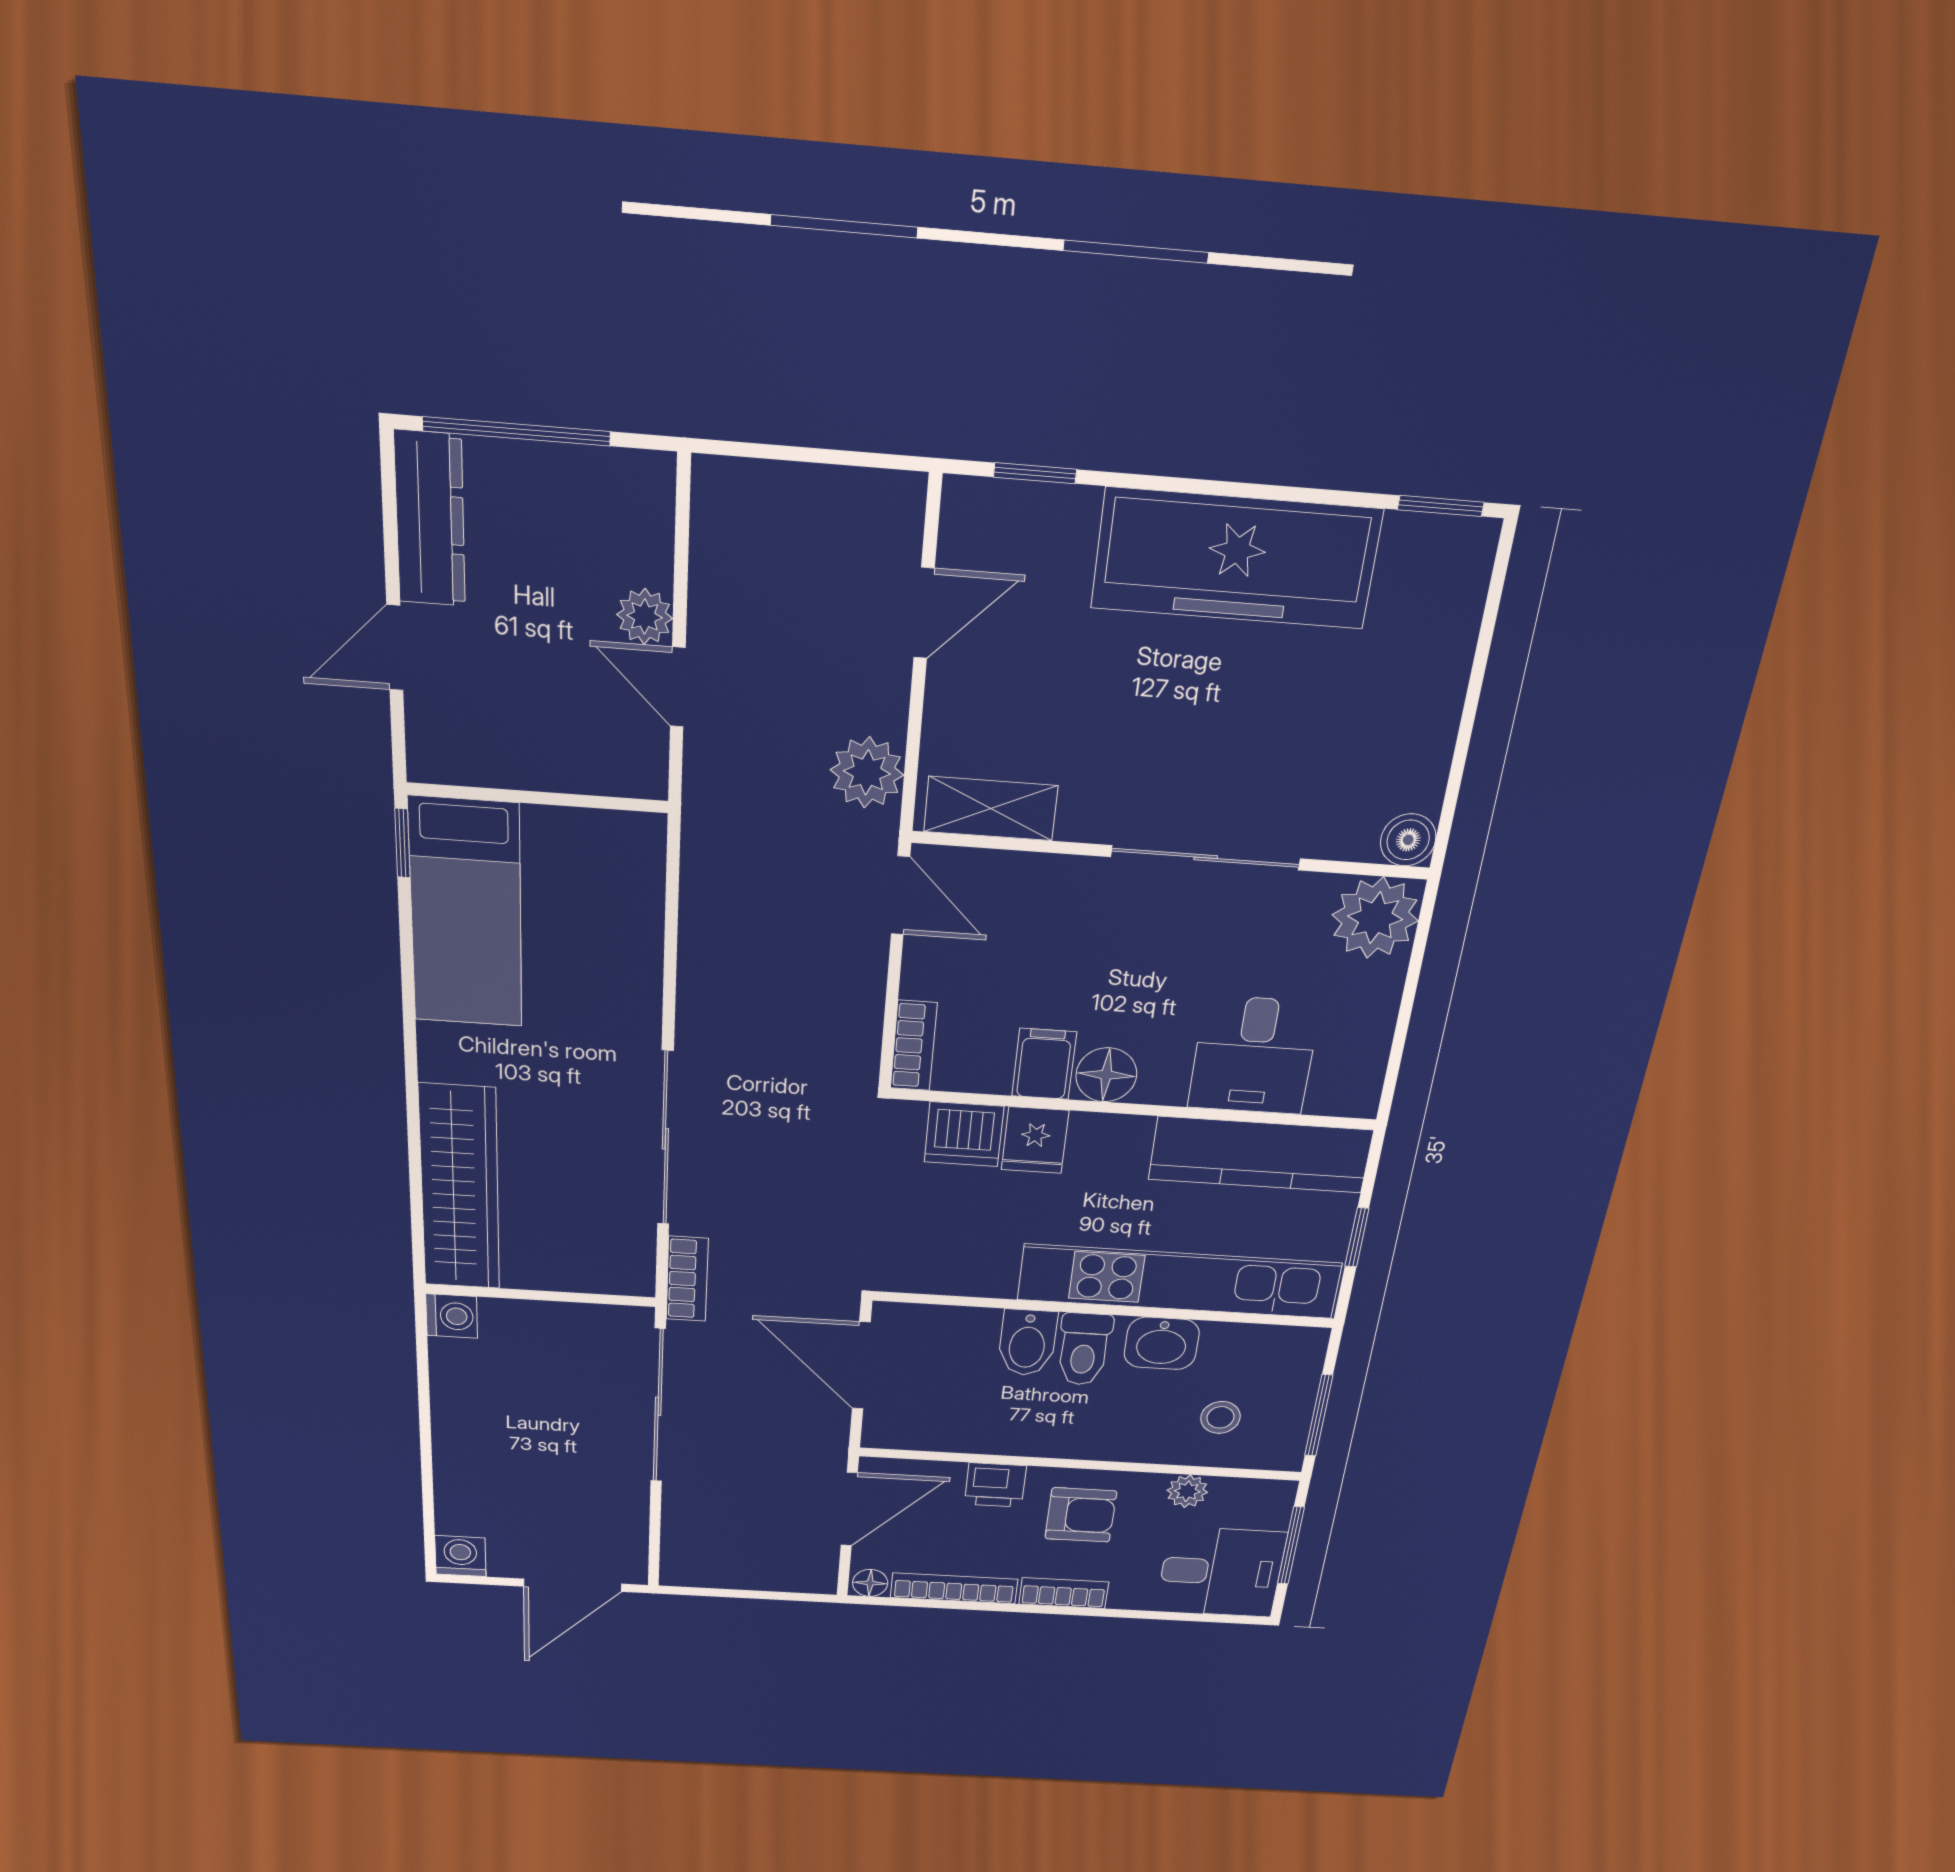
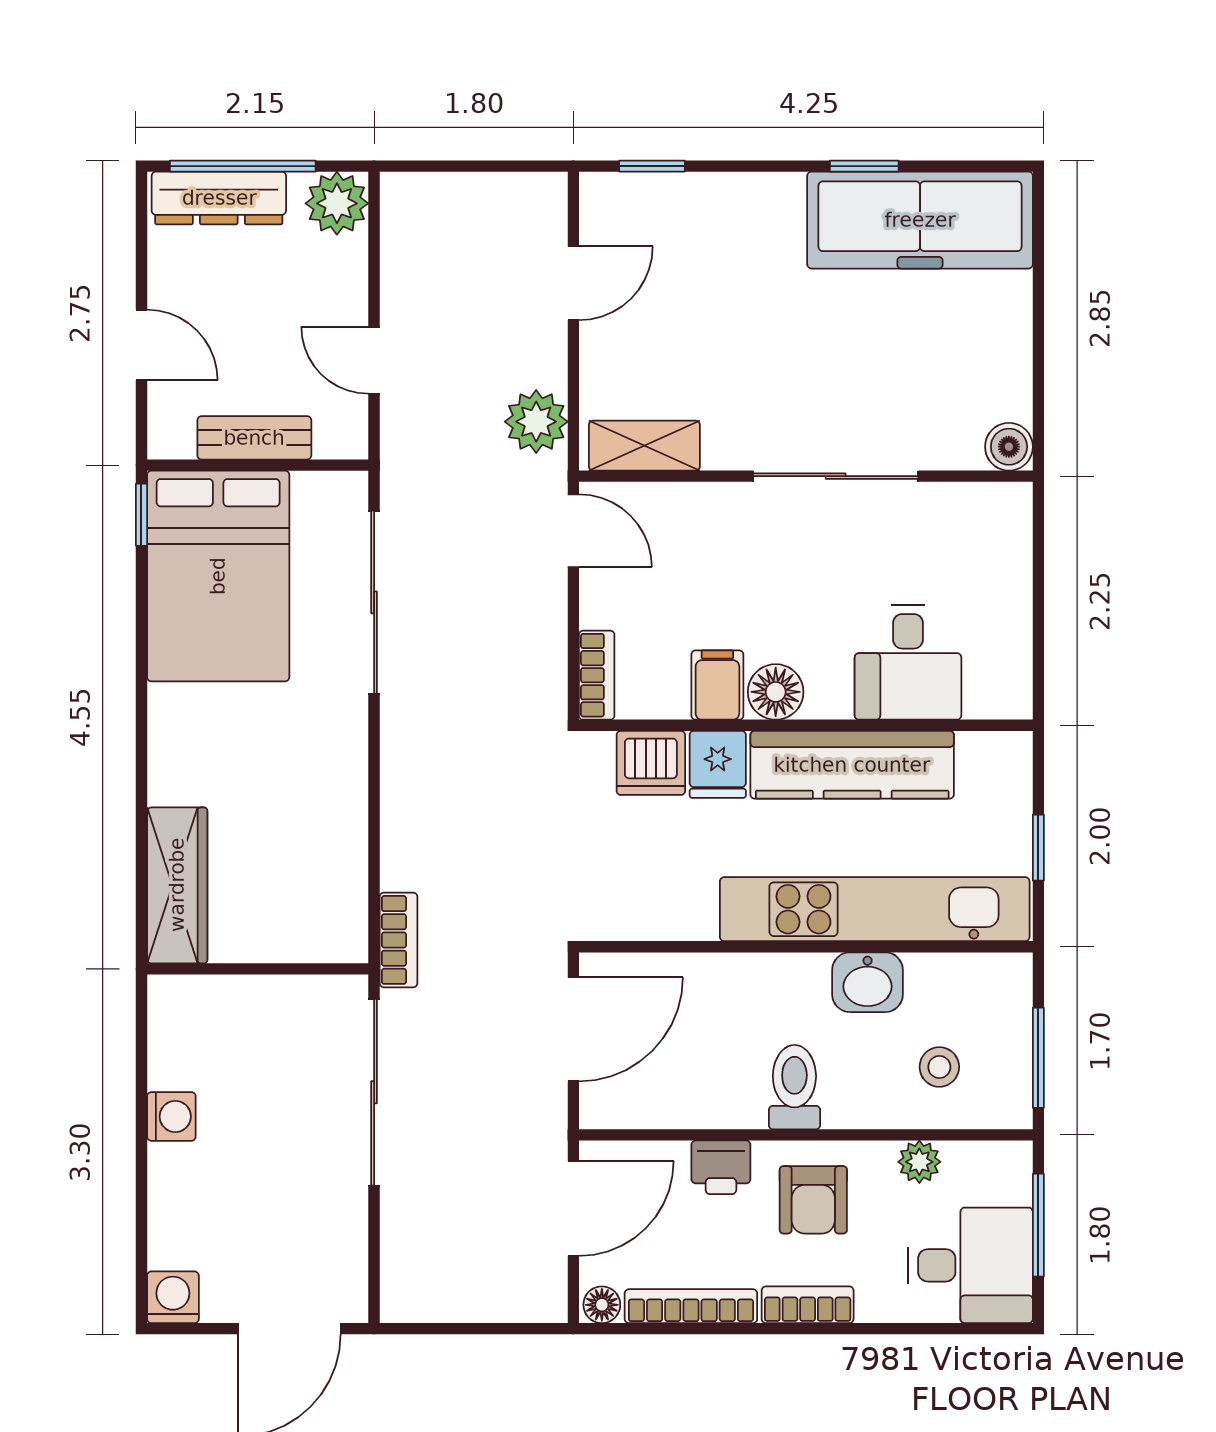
window: (1441, 506) -> (864, 166), moved
dresser: (430, 519) -> (219, 198), moved, turned 90
freezer: (1236, 559) -> (920, 220), moved
plant: (645, 616) -> (337, 203), moved, width x1.38, depth x1.38
door: (395, 648) -> (141, 345), swing flipped
bench: (534, 767) -> (254, 438), added
bed: (466, 914) -> (218, 576), width x1.50
plant: (1375, 918) -> (994, 521), removed
sliding door: (665, 1139) -> (374, 602), moved
kitchen counter: (1261, 1155) -> (852, 765), moved
wardrobe: (460, 1188) -> (177, 885), width x0.71, depth x0.85
washing machine: (452, 1316) -> (171, 1116), moved
bidet: (1027, 1343) -> (735, 991), removed
toilet: (1084, 1349) -> (794, 1087), moved, turned 180
door: (861, 1366) -> (573, 1029), swing flipped
armchair: (1081, 1515) -> (813, 1200), turned 90

